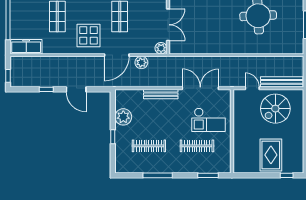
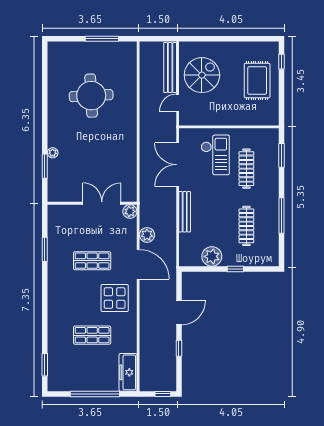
spiral stairs: (275, 109) -> (202, 75), turned -90
rug: (271, 155) -> (257, 81), turned 90

